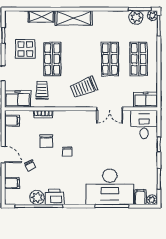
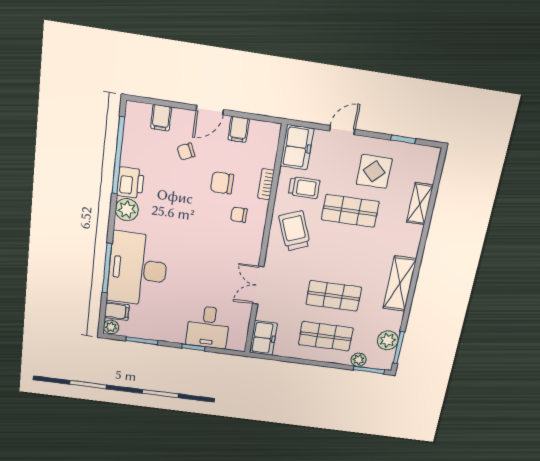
plant: (152, 16) -> (359, 360), moved
shelving: (74, 18) -> (400, 284), moved
trolley: (84, 87) -> (295, 231), moved
filing cabinet: (12, 121) -> (239, 129), moved
desk: (144, 125) -> (208, 327), moved, turned 90
chair: (67, 151) -> (239, 215), moved
plant: (37, 197) -> (127, 210), moved

